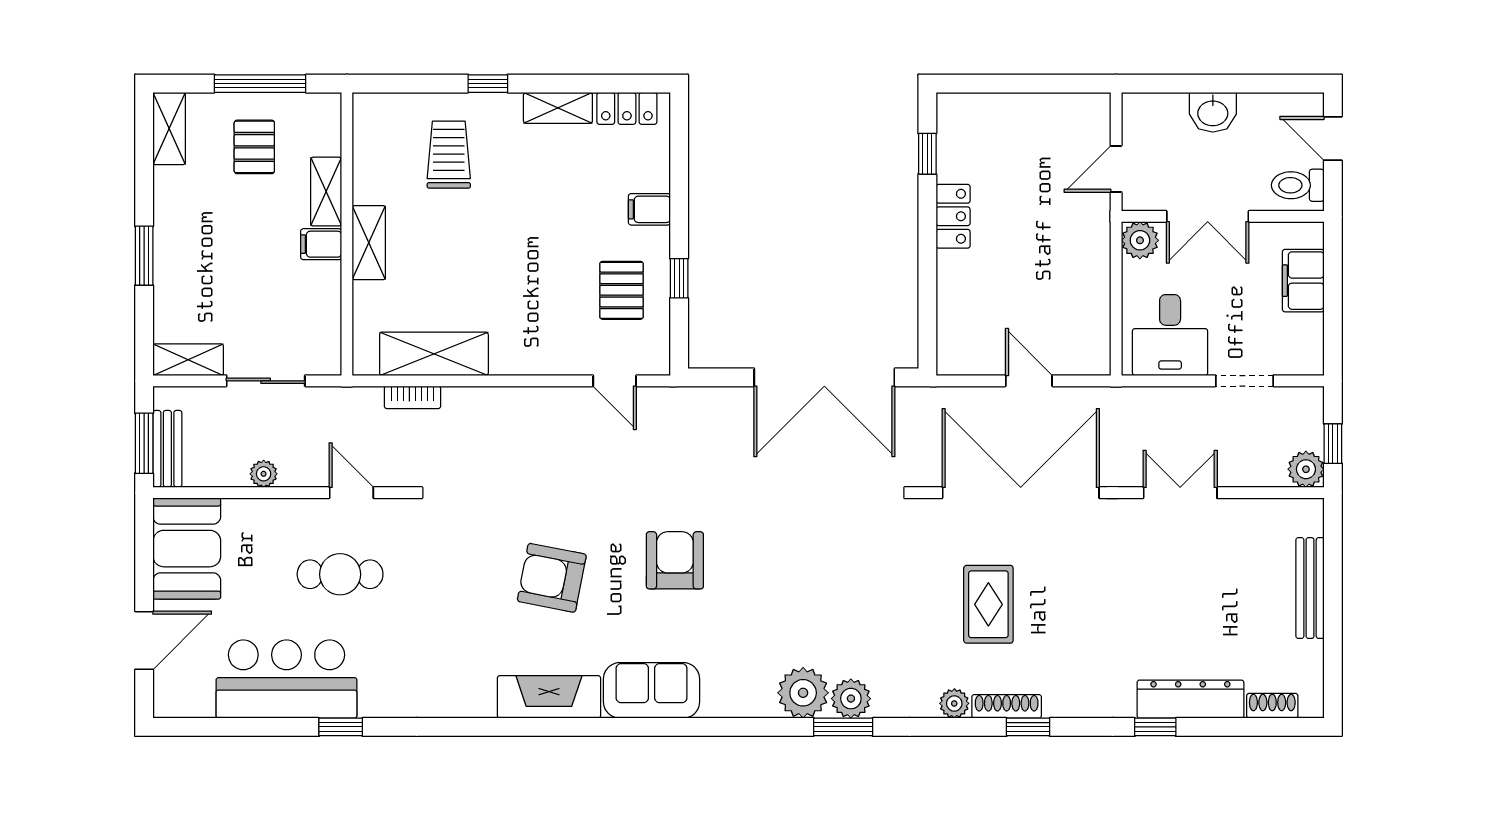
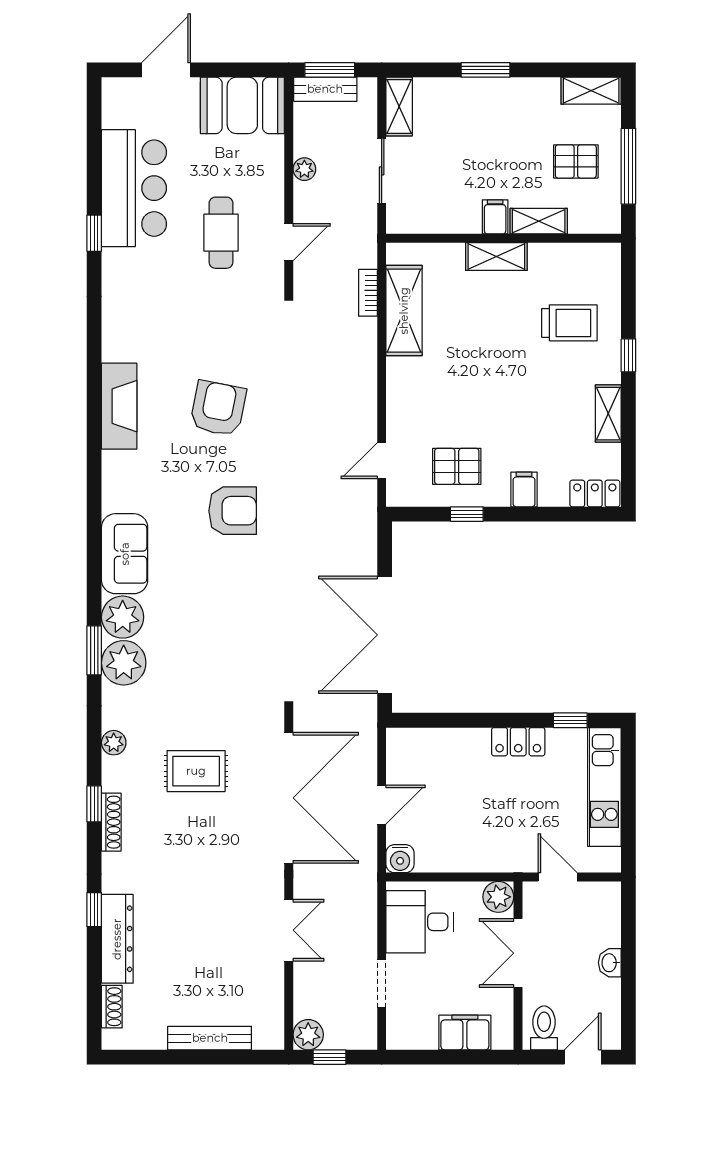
locker: (627, 108) -> (595, 494), moved, turned 90
washbasin: (1213, 112) -> (610, 963), width x0.72, depth x0.69
kitchen unit: (1008, 113) -> (604, 787), added
water cooler: (1094, 359) -> (400, 859), added
door: (144, 640) -> (166, 70), swing flipped
sofa: (652, 690) -> (125, 554), moved
plant: (851, 699) -> (124, 663), width x1.36, depth x1.36
shoe rack: (1007, 706) -> (111, 822), moved

